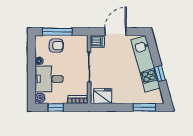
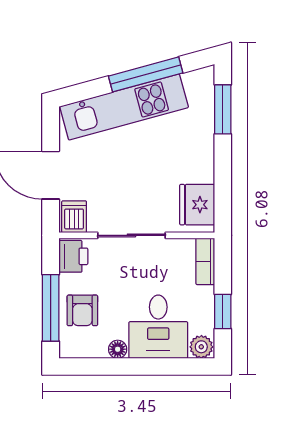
printer: (80, 42) -> (73, 256), added
armchair: (56, 46) -> (82, 310), turned 180
window: (160, 73) -> (146, 74), width x2.17

